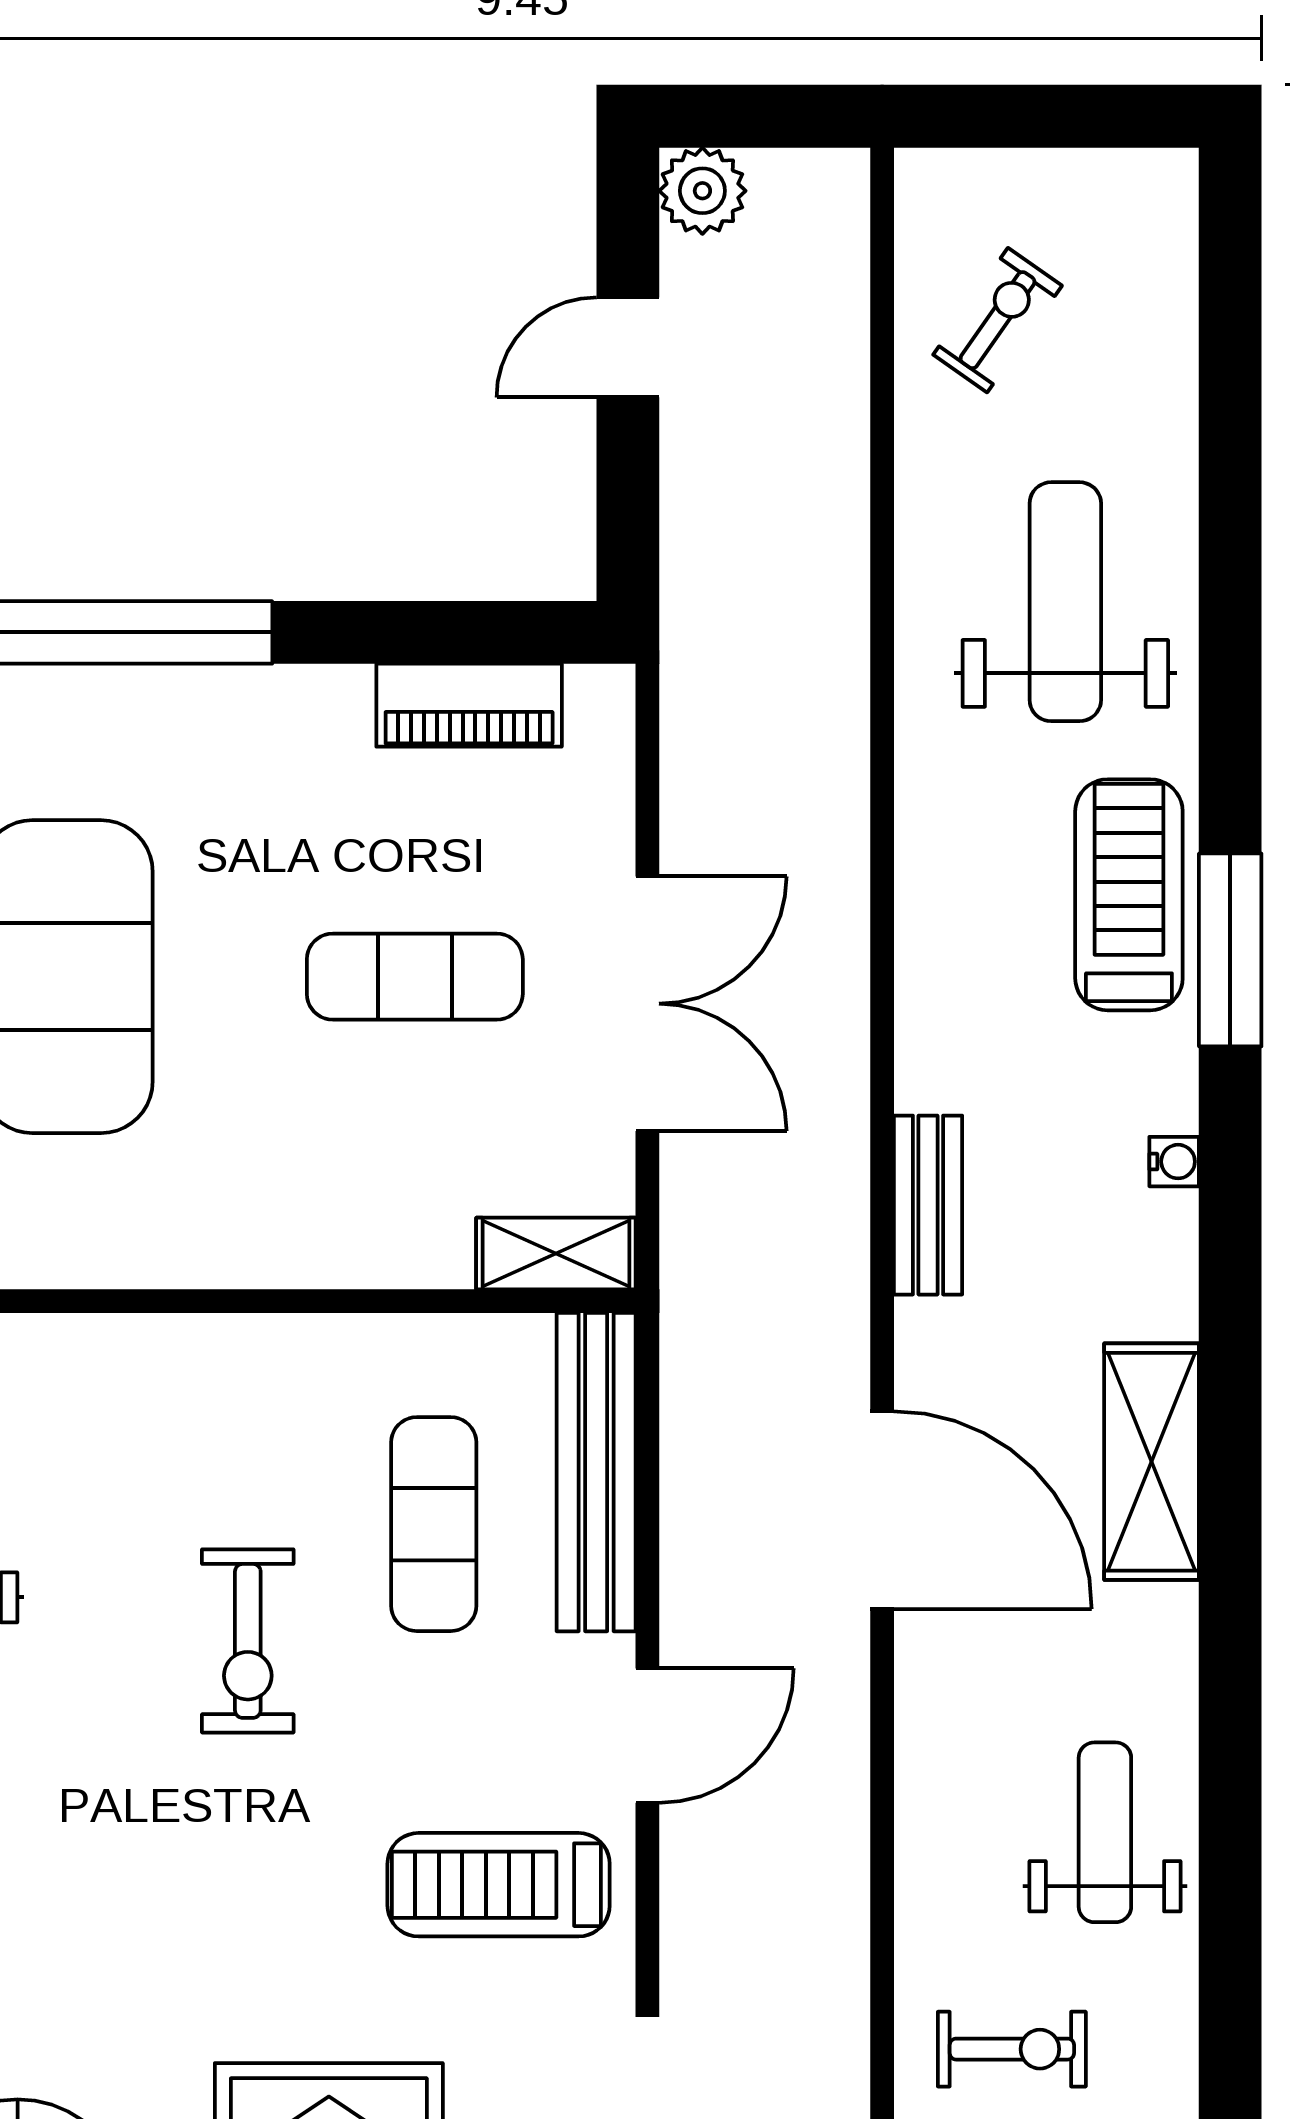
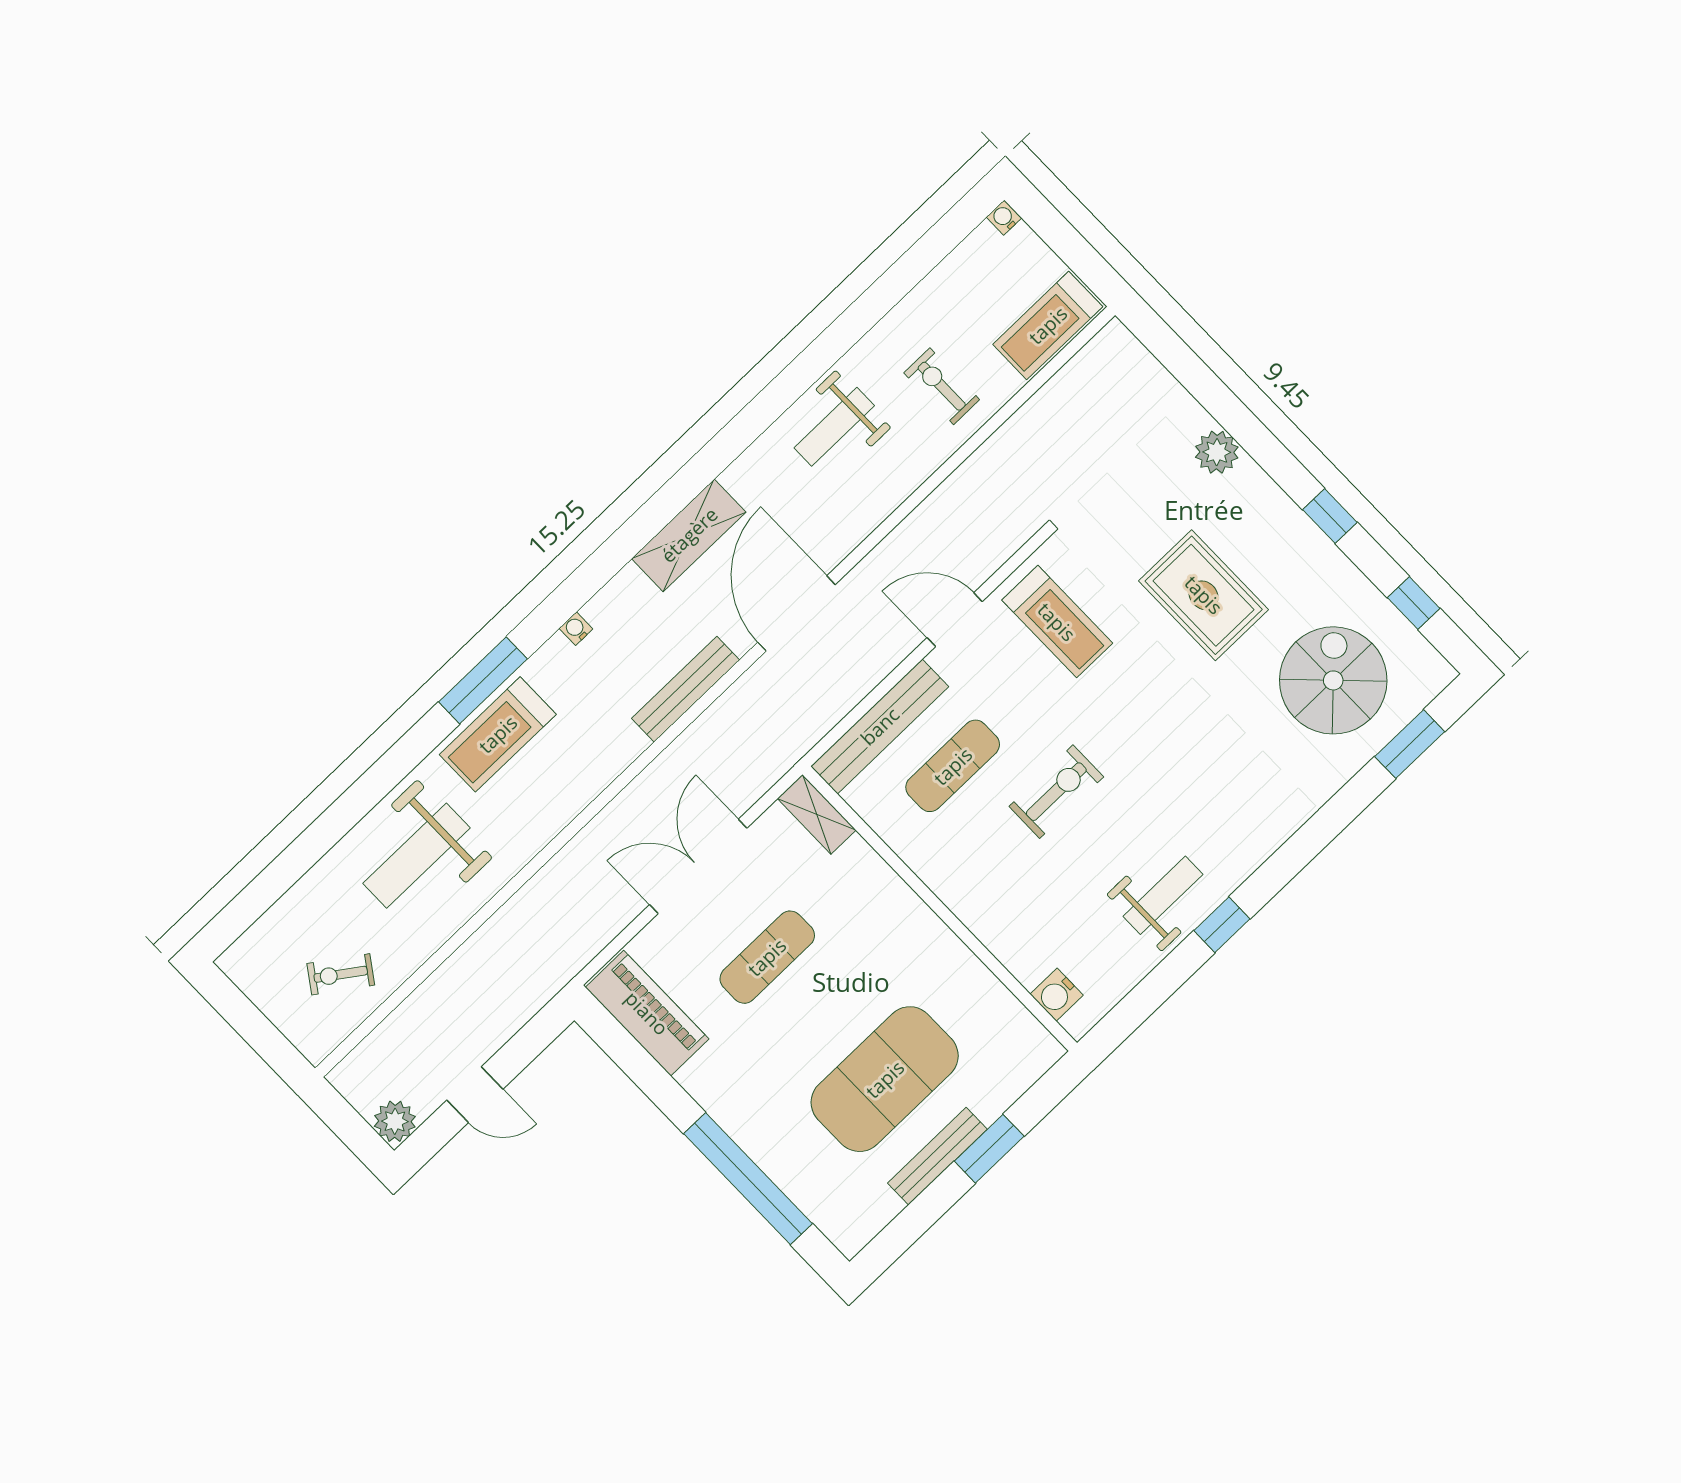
piano: (469, 705) -> (647, 1013), width x1.37, depth x1.33
exercise mat: (415, 977) -> (767, 957), turned 90
bench: (928, 1205) -> (686, 689), width x1.36

